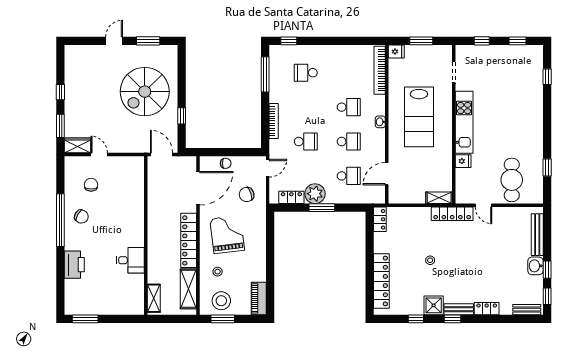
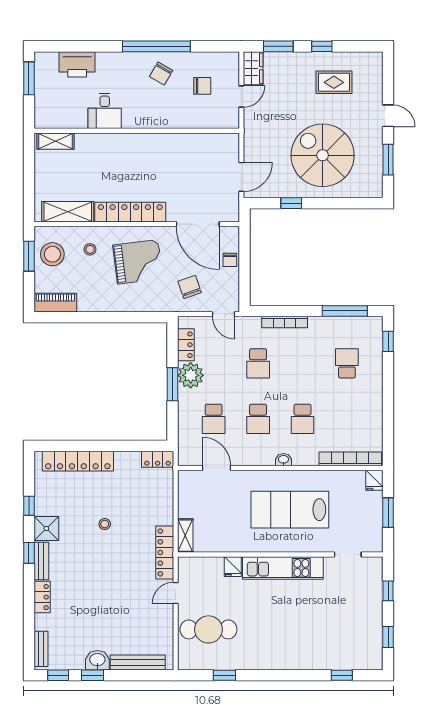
rug: (88, 83) -> (334, 82), added
wall: (146, 235) -> (137, 131), moved
desk: (130, 260) -> (105, 111), moved
printer: (74, 265) -> (77, 64), moved
shelving: (154, 298) -> (56, 141), moved

